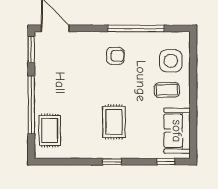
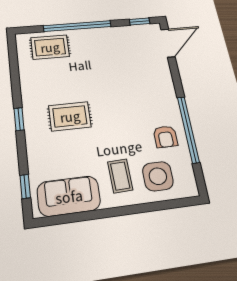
window: (31, 50) -> (140, 21), width x0.67
armchair: (115, 56) -> (165, 137), moved

